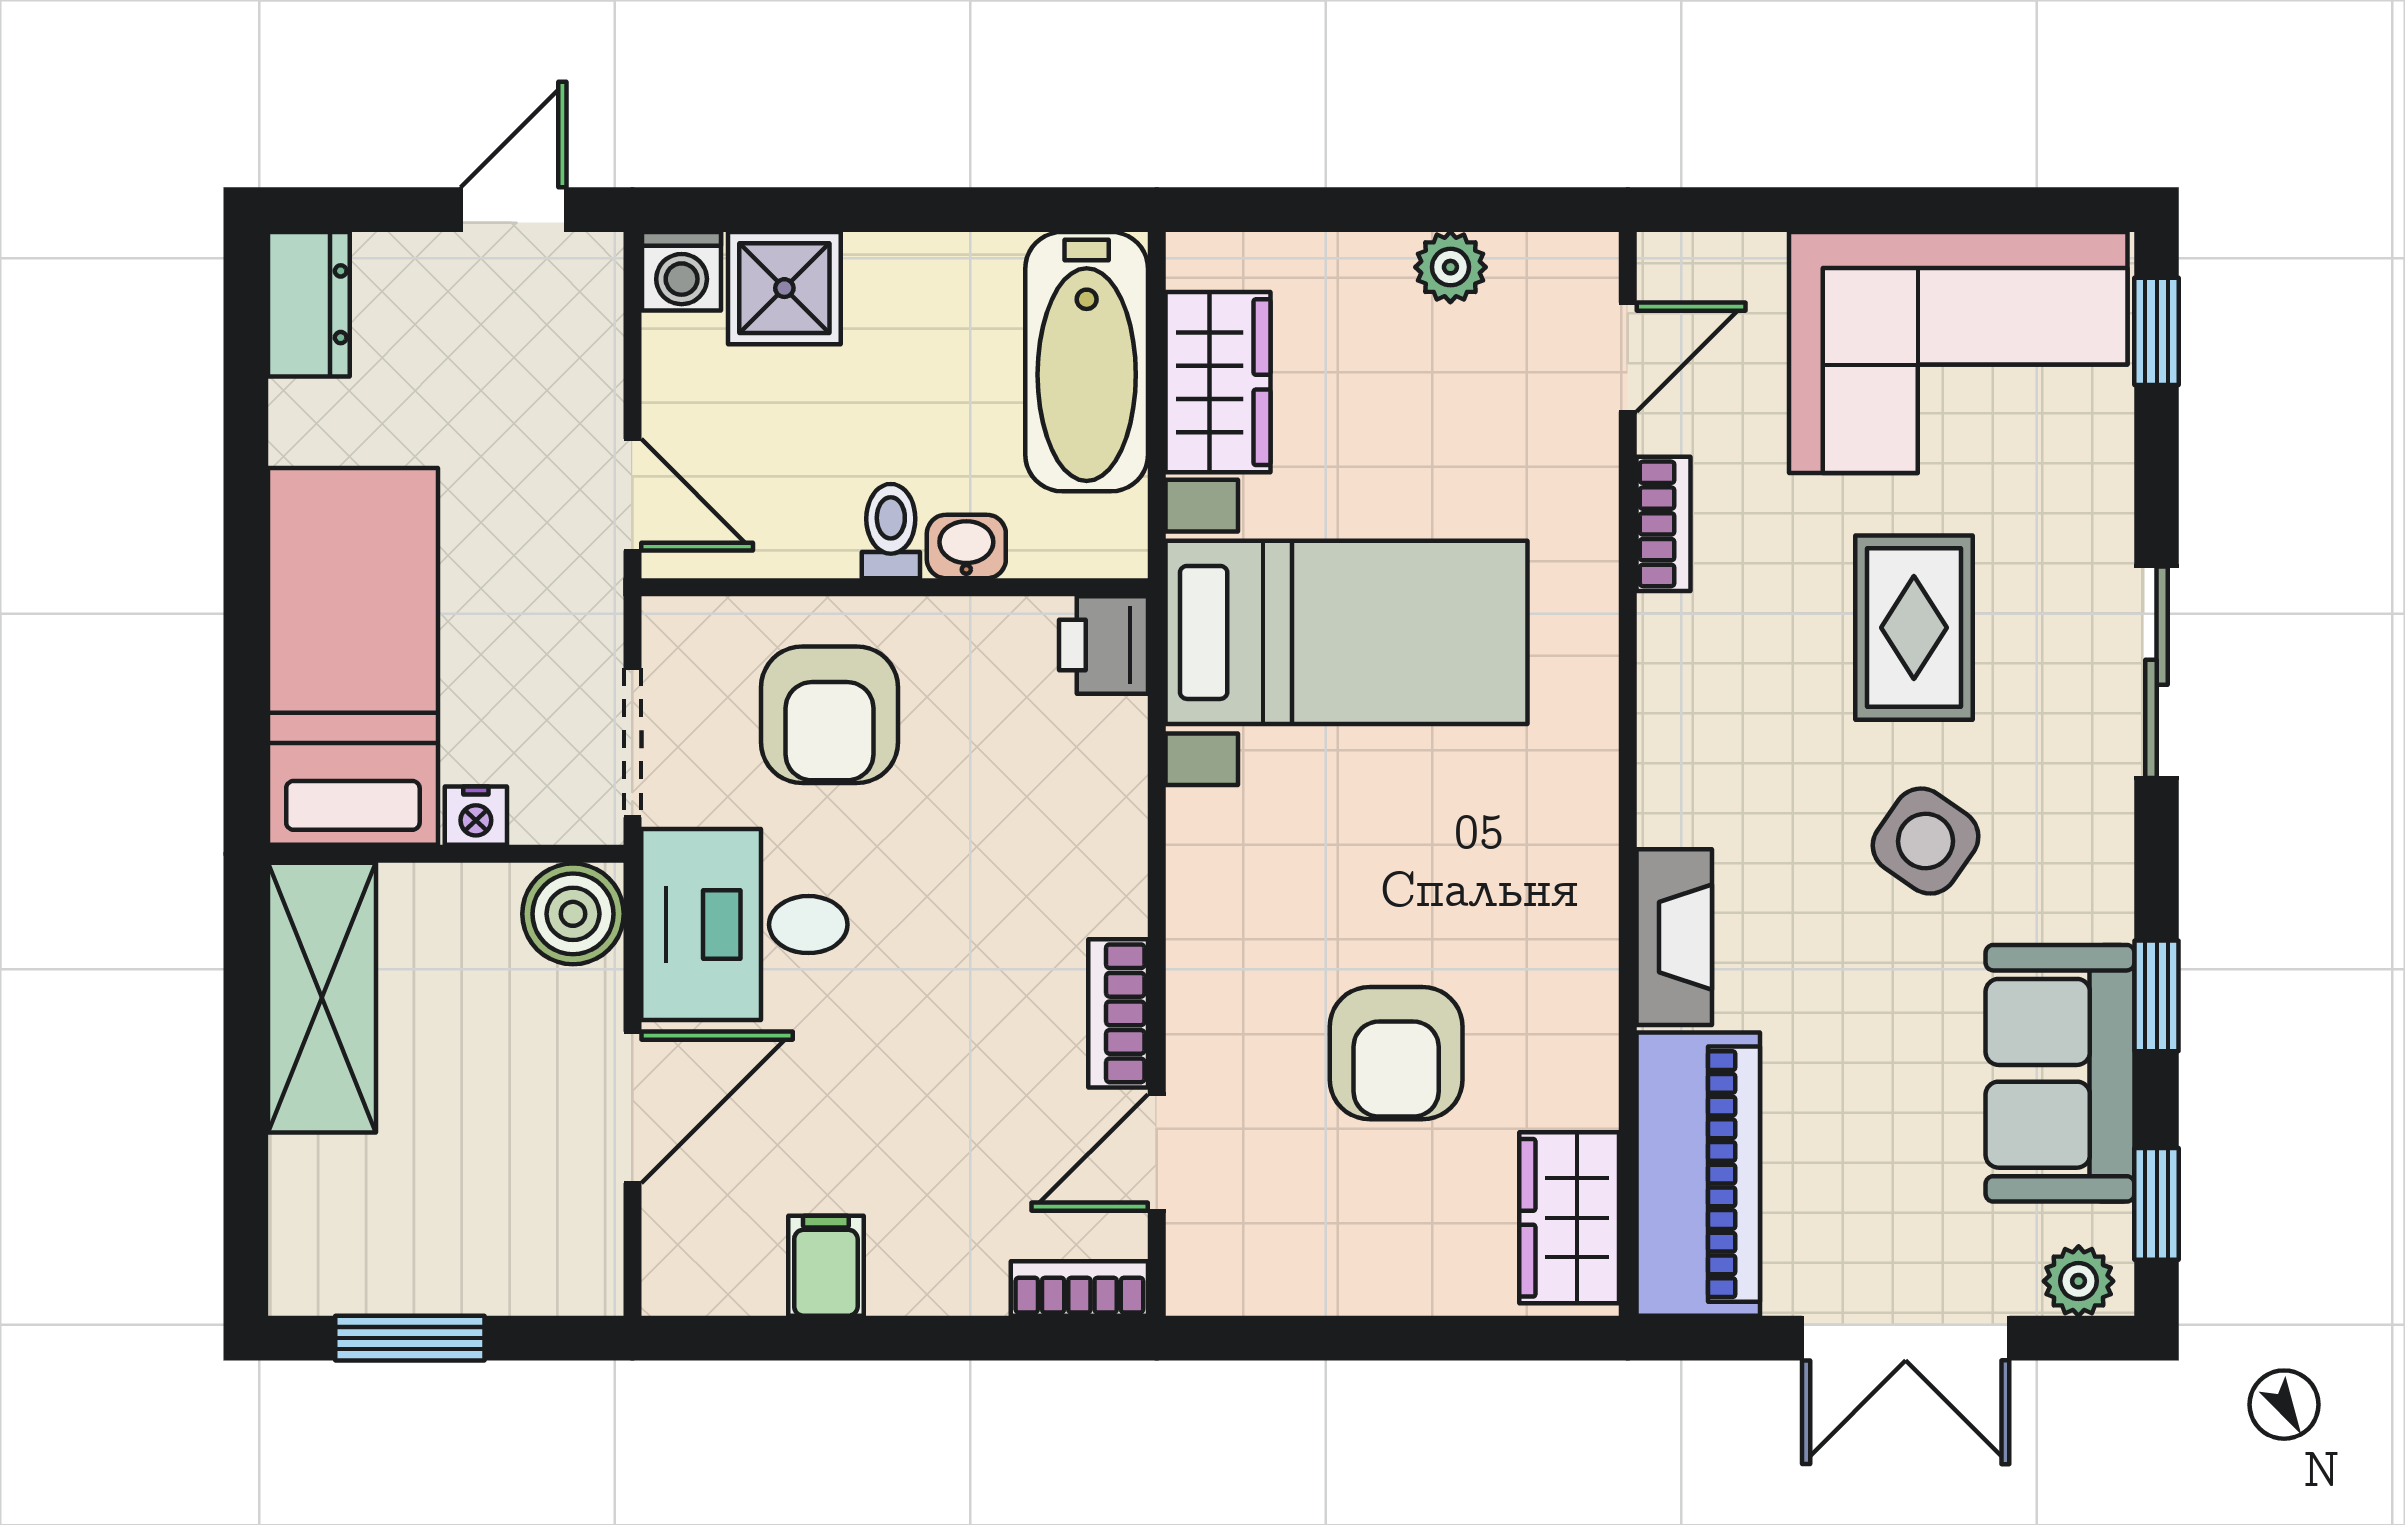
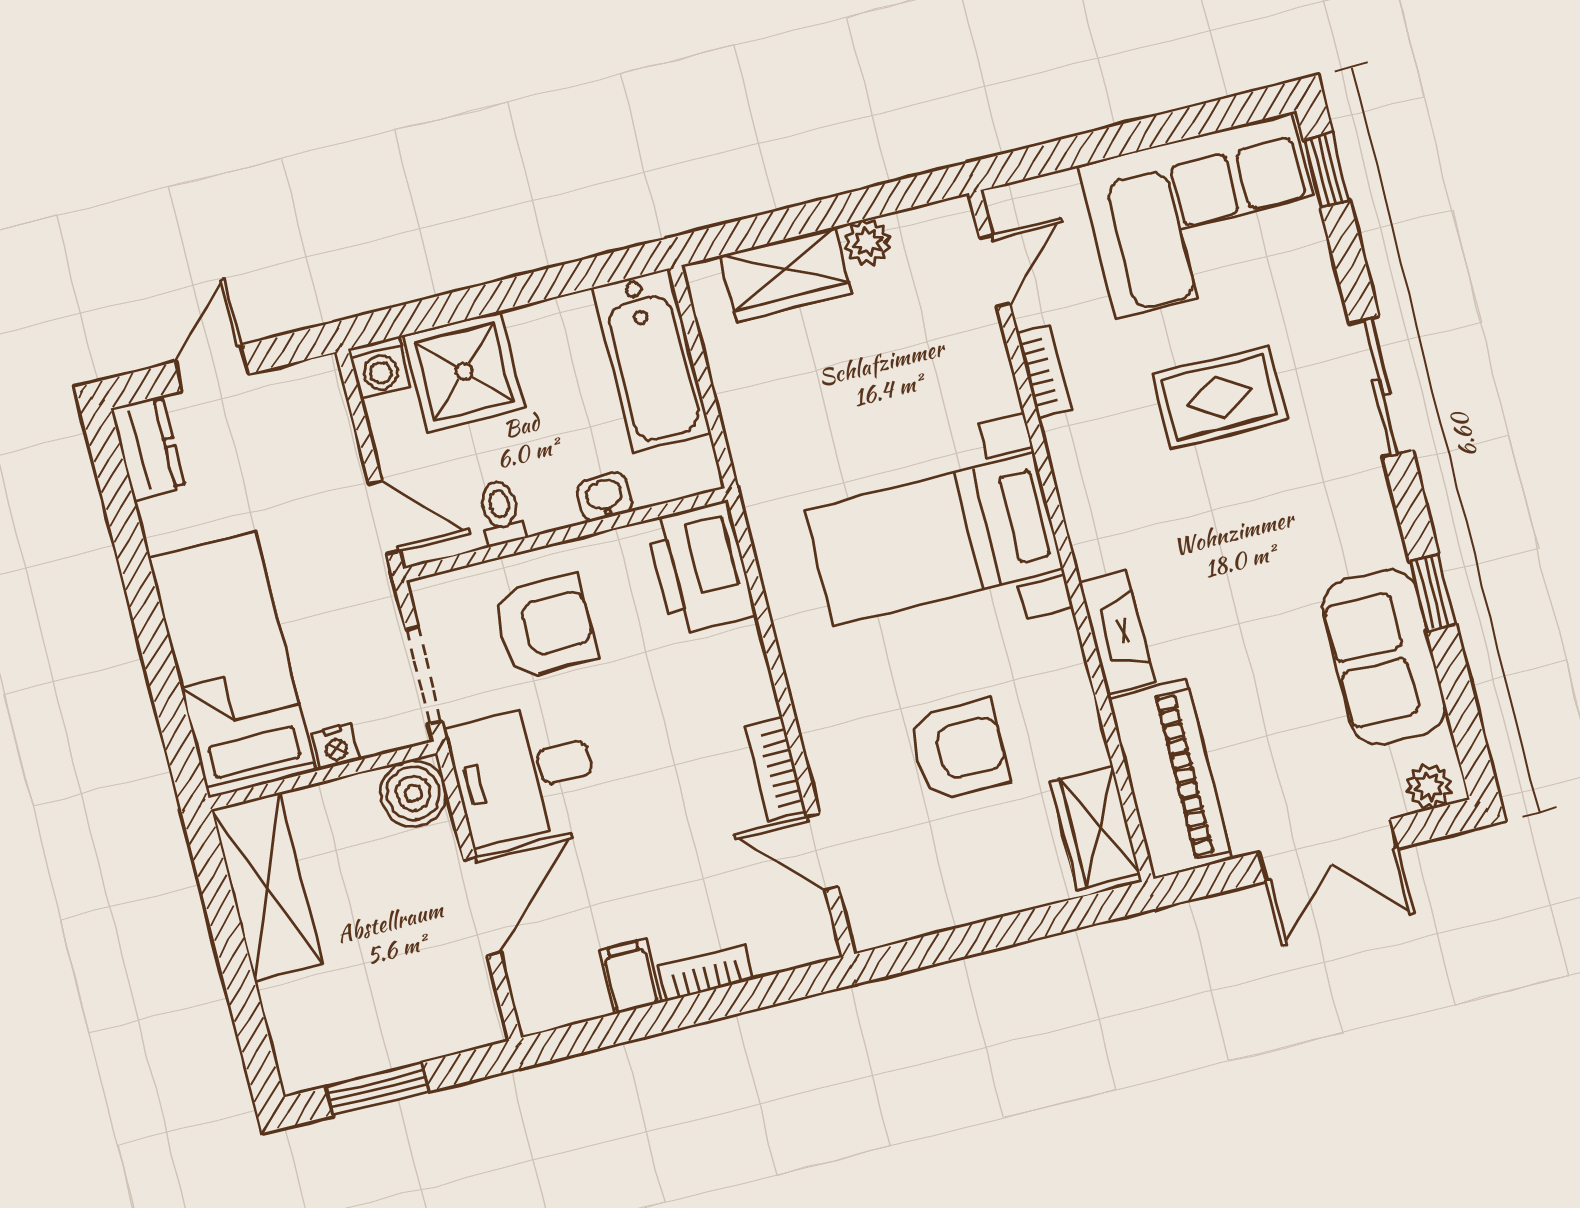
door: (514, 210) -> (212, 368), moved
shower: (784, 288) -> (464, 372), width x1.36, depth x1.36
wardrobe: (1218, 382) -> (786, 274), moved, turned 90
toilet: (891, 531) -> (501, 513), moved
rug: (1914, 628) -> (1220, 397), turned 90
bed with nightstands: (1347, 632) -> (934, 539), moved, turned 180
printer: (1103, 645) -> (701, 568), width x1.87, depth x1.48
armchair: (830, 715) -> (544, 626), turned -90
side table: (1926, 841) -> (1261, 531), removed
armchair: (1396, 1053) -> (959, 750), turned -90
door: (1157, 1152) -> (822, 852), hinge flipped
window: (2157, 1204) -> (1466, 725), removed
bookcase: (1079, 1289) -> (706, 973), moved

